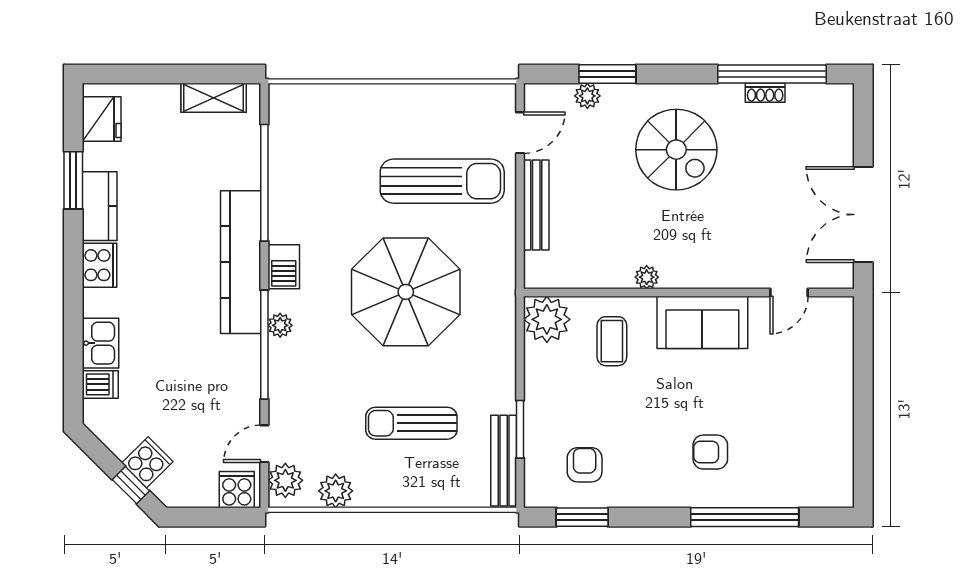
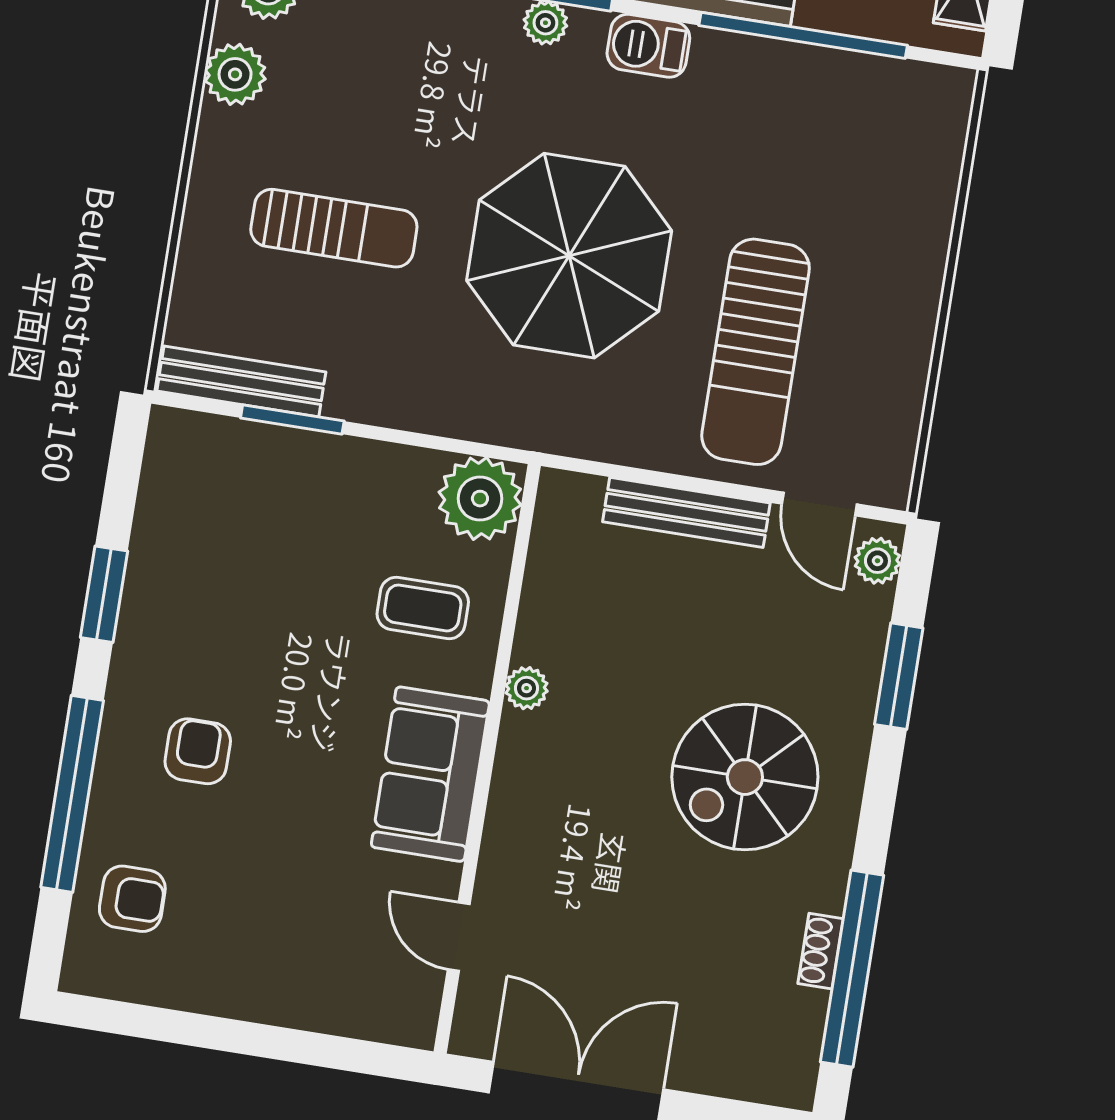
plant: (587, 96) -> (877, 561), moved
sun lounger: (411, 423) -> (334, 228), turned 90
armchair: (585, 465) -> (132, 899), moved
window: (582, 517) -> (104, 594), moved

